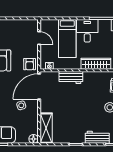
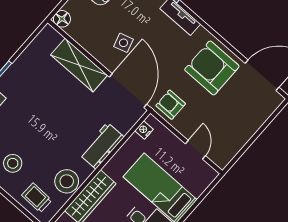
door: (39, 38) -> (195, 150), swing flipped
stool: (98, 79) -> (67, 181), added
shelving: (46, 128) -> (79, 65), moved

